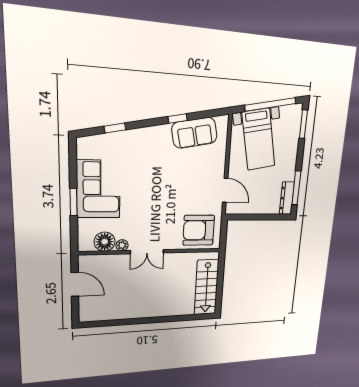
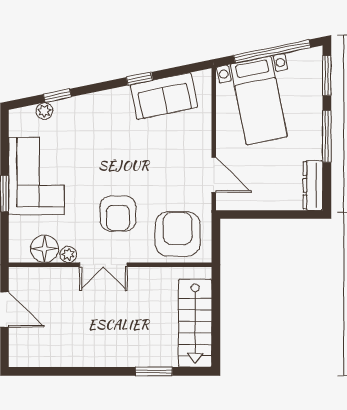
plant: (105, 140) -> (44, 111), added
window: (296, 188) -> (327, 136), moved
armchair: (158, 217) -> (118, 214), added
armchair: (199, 230) -> (178, 234), turned 90
window: (178, 318) -> (154, 371), added

